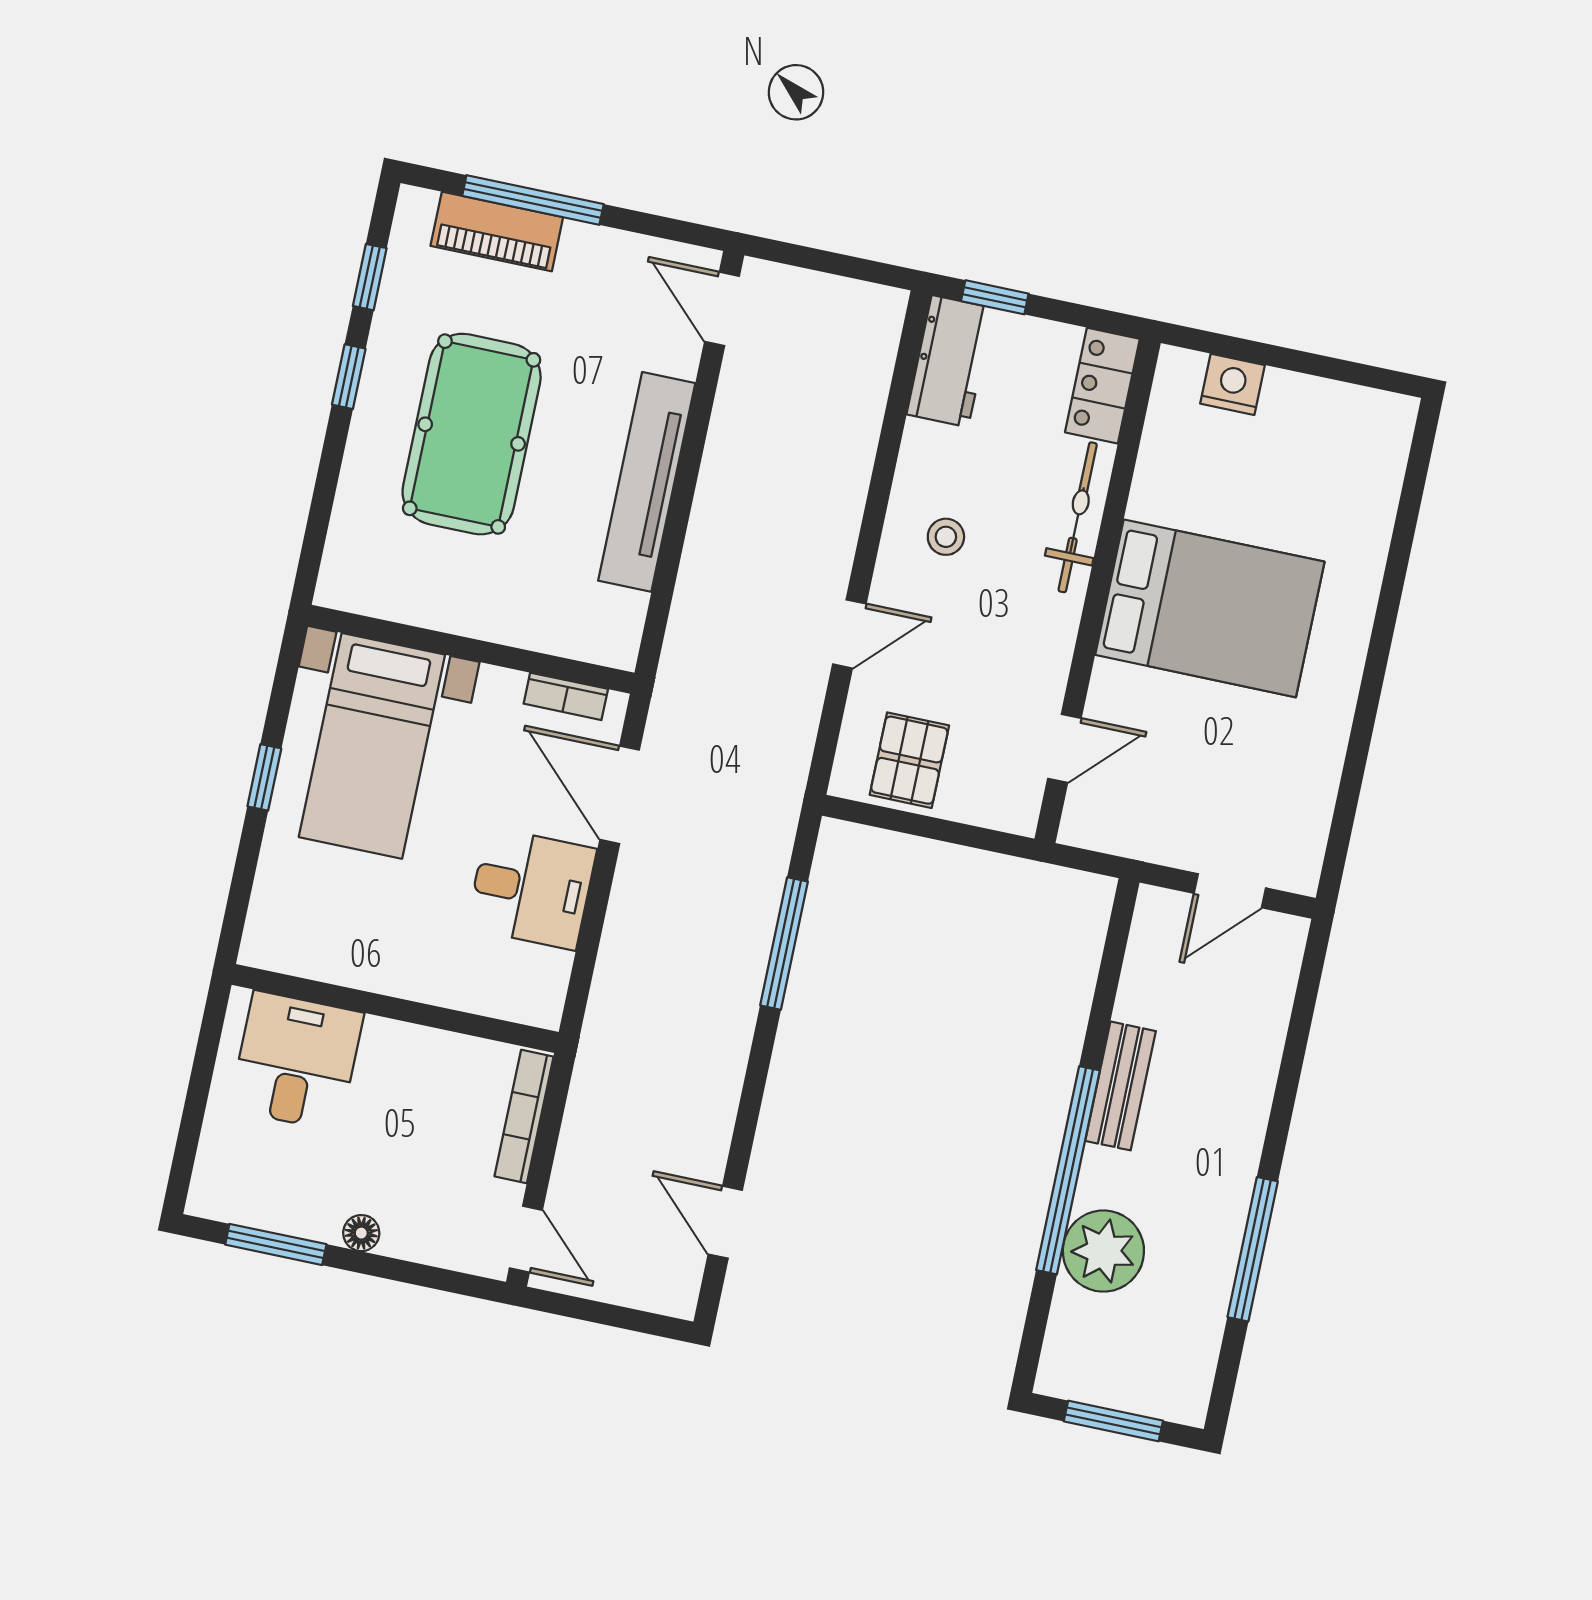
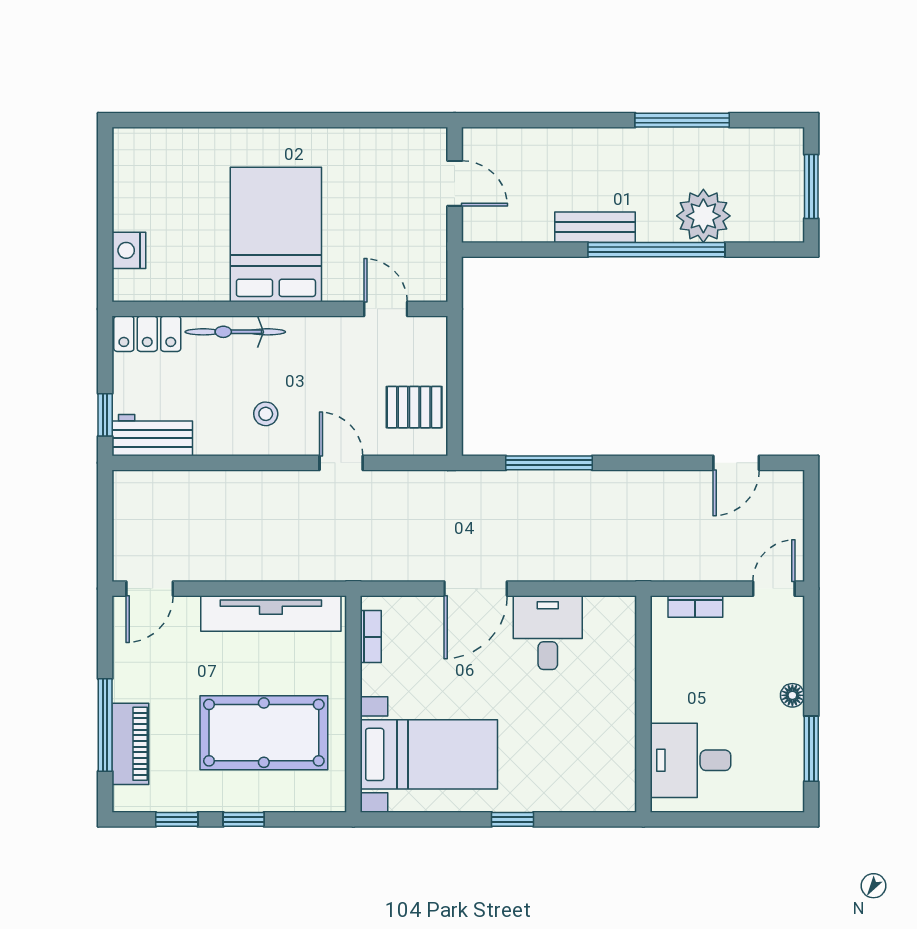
wall: (471, 649) -> (353, 704), moved
bookcase: (566, 696) -> (371, 637), moved
bed with nightstands: (372, 746) -> (429, 754), moved
bookcase: (524, 1117) -> (695, 607), width x0.64

